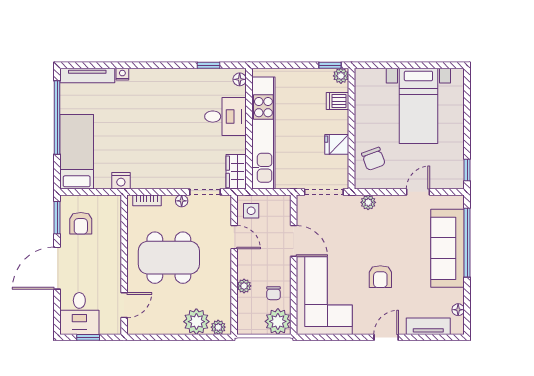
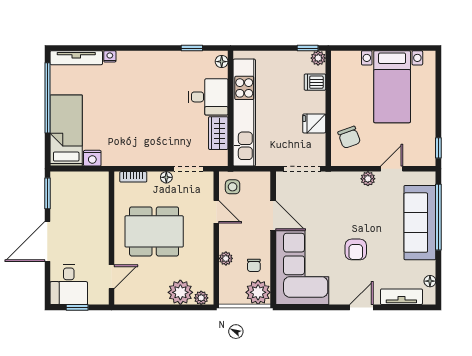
wardrobe: (236, 172) -> (218, 133), moved
nightstand: (121, 181) -> (92, 158), moved
plant: (368, 202) -> (368, 179), moved
armchair: (81, 223) -> (70, 199), removed

